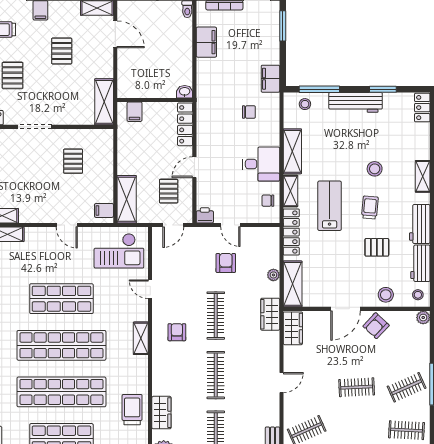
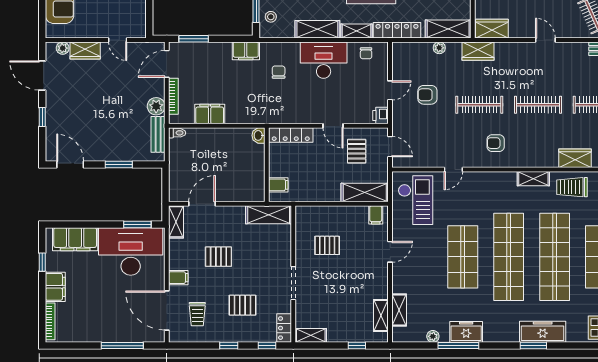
desk: (261, 164) -> (324, 60), width x1.37
pallet: (169, 191) -> (357, 151), turned 90
shelving: (141, 338) -> (533, 179), moved

